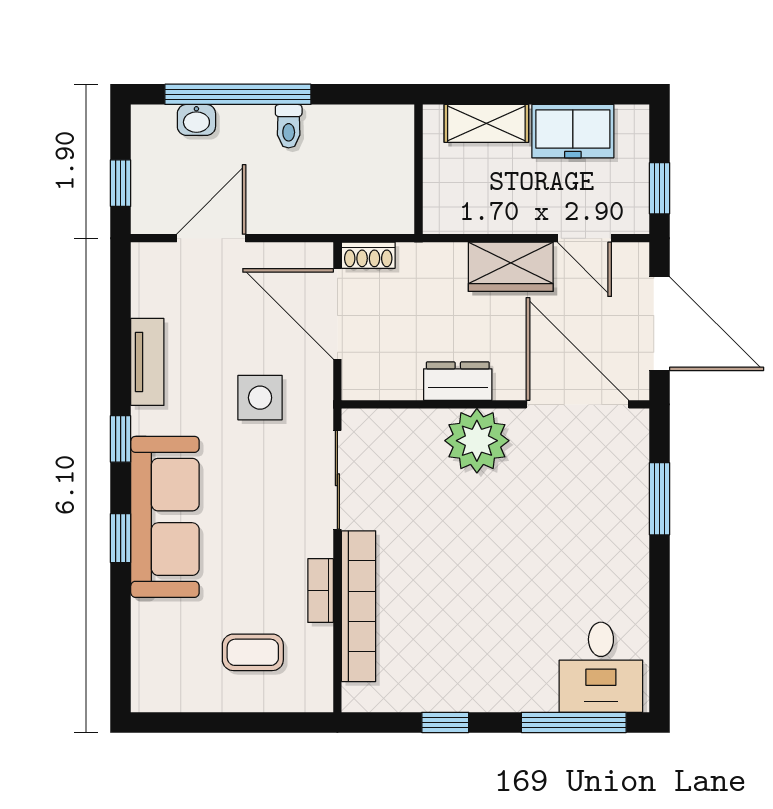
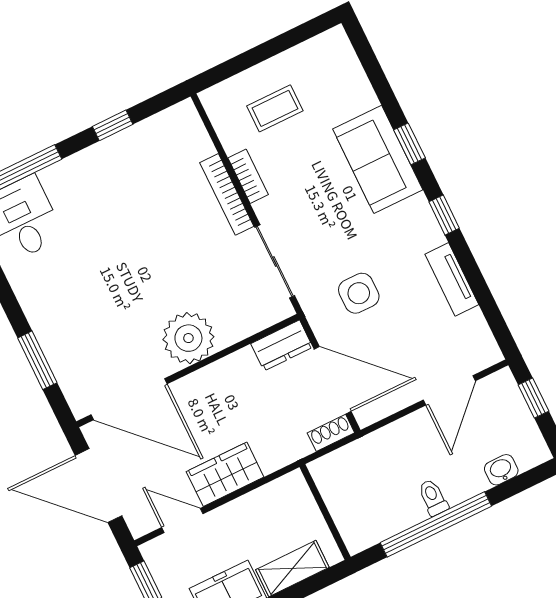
window: (238, 94) -> (436, 524), moved
dresser: (458, 381) -> (282, 345), moved
sofa: (165, 517) -> (378, 159), width x0.73
bookcase: (359, 606) -> (227, 194), width x0.68, depth x0.76

